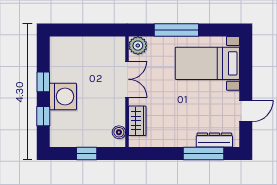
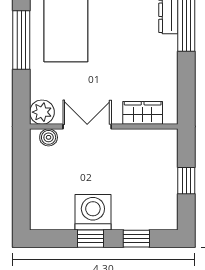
window: (176, 30) -> (21, 40), moved
washing machine: (63, 96) -> (93, 212), moved
boiler: (119, 132) -> (49, 137), moved

